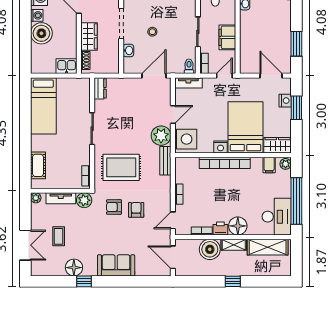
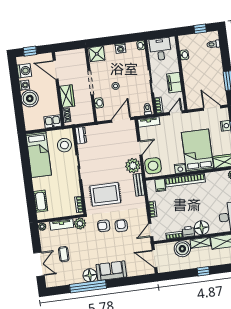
stool: (78, 98) -> (64, 145), added
filing cabinet: (269, 165) -> (160, 185), moved
floor lamp: (74, 268) -> (90, 275), moved
window: (84, 281) -> (88, 286), width x3.17

